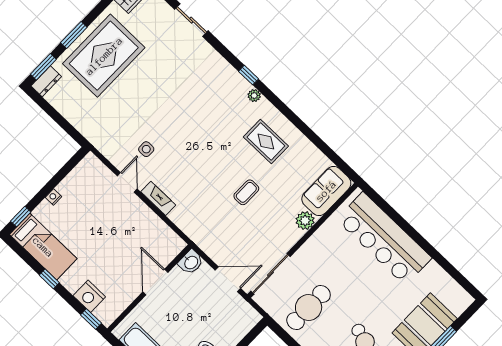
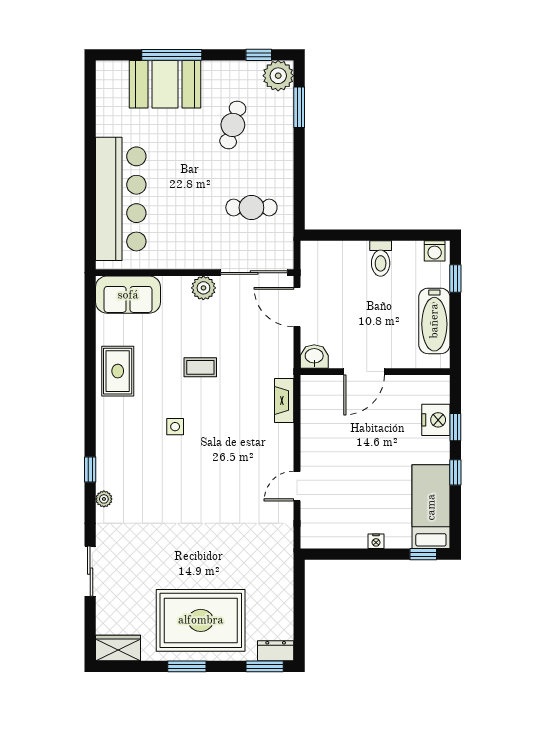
window: (74, 35) -> (187, 666), moved
plant: (254, 96) -> (104, 499), moved
rug: (266, 142) -> (118, 371), moved
side table: (146, 149) -> (175, 427), moved
fireplace: (158, 198) -> (284, 400), moved
plant: (305, 221) -> (203, 288), moved
cafe table: (309, 308) -> (251, 208), width x0.73, depth x0.74
window: (91, 319) -> (455, 427), moved

